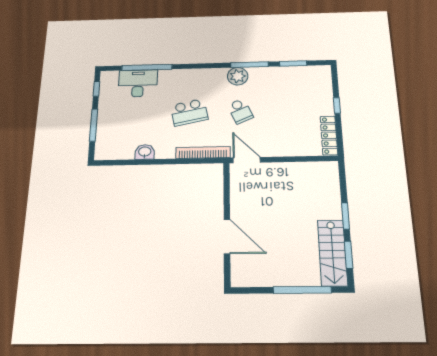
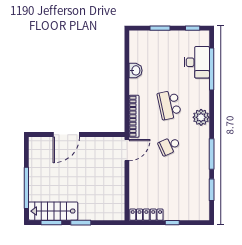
plant: (238, 76) -> (201, 117), moved
window: (94, 125) -> (160, 28), width x0.69

